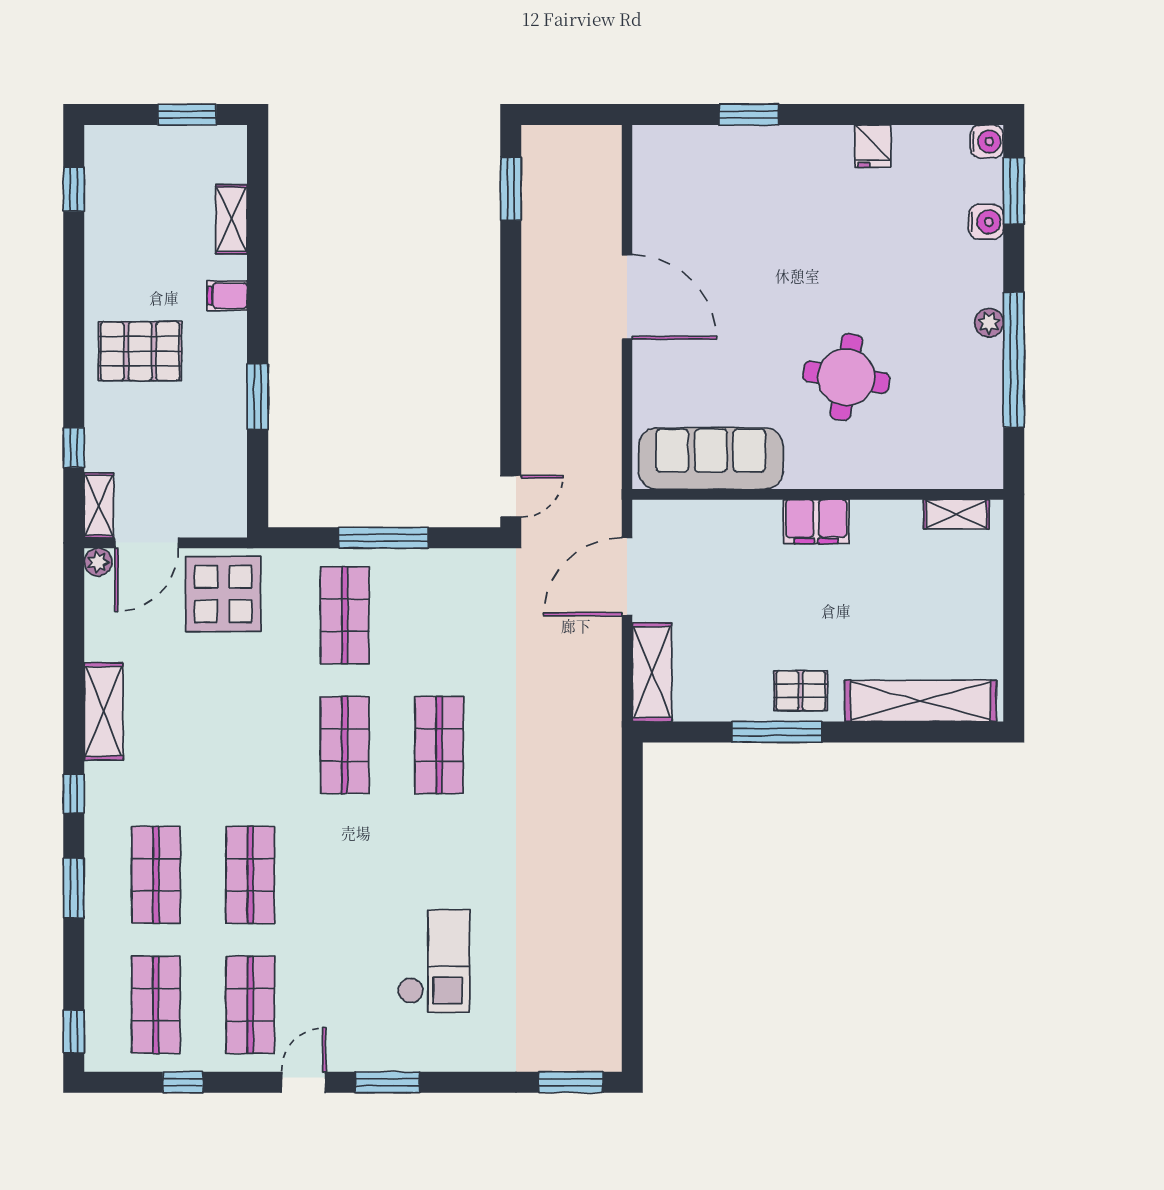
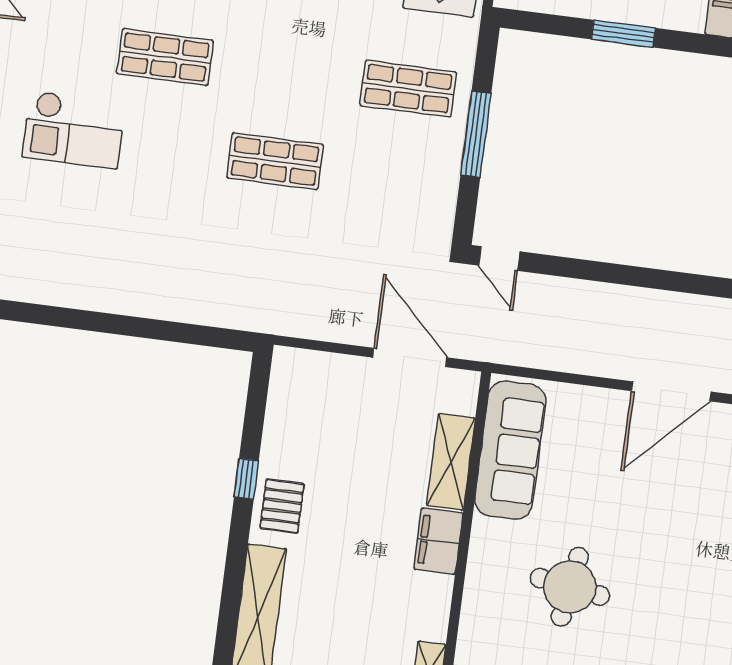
shelving: (652, 672) -> (451, 462), moved, turned 90
window: (777, 732) -> (246, 479), width x0.46
shop shelf: (345, 745) -> (165, 57), moved

